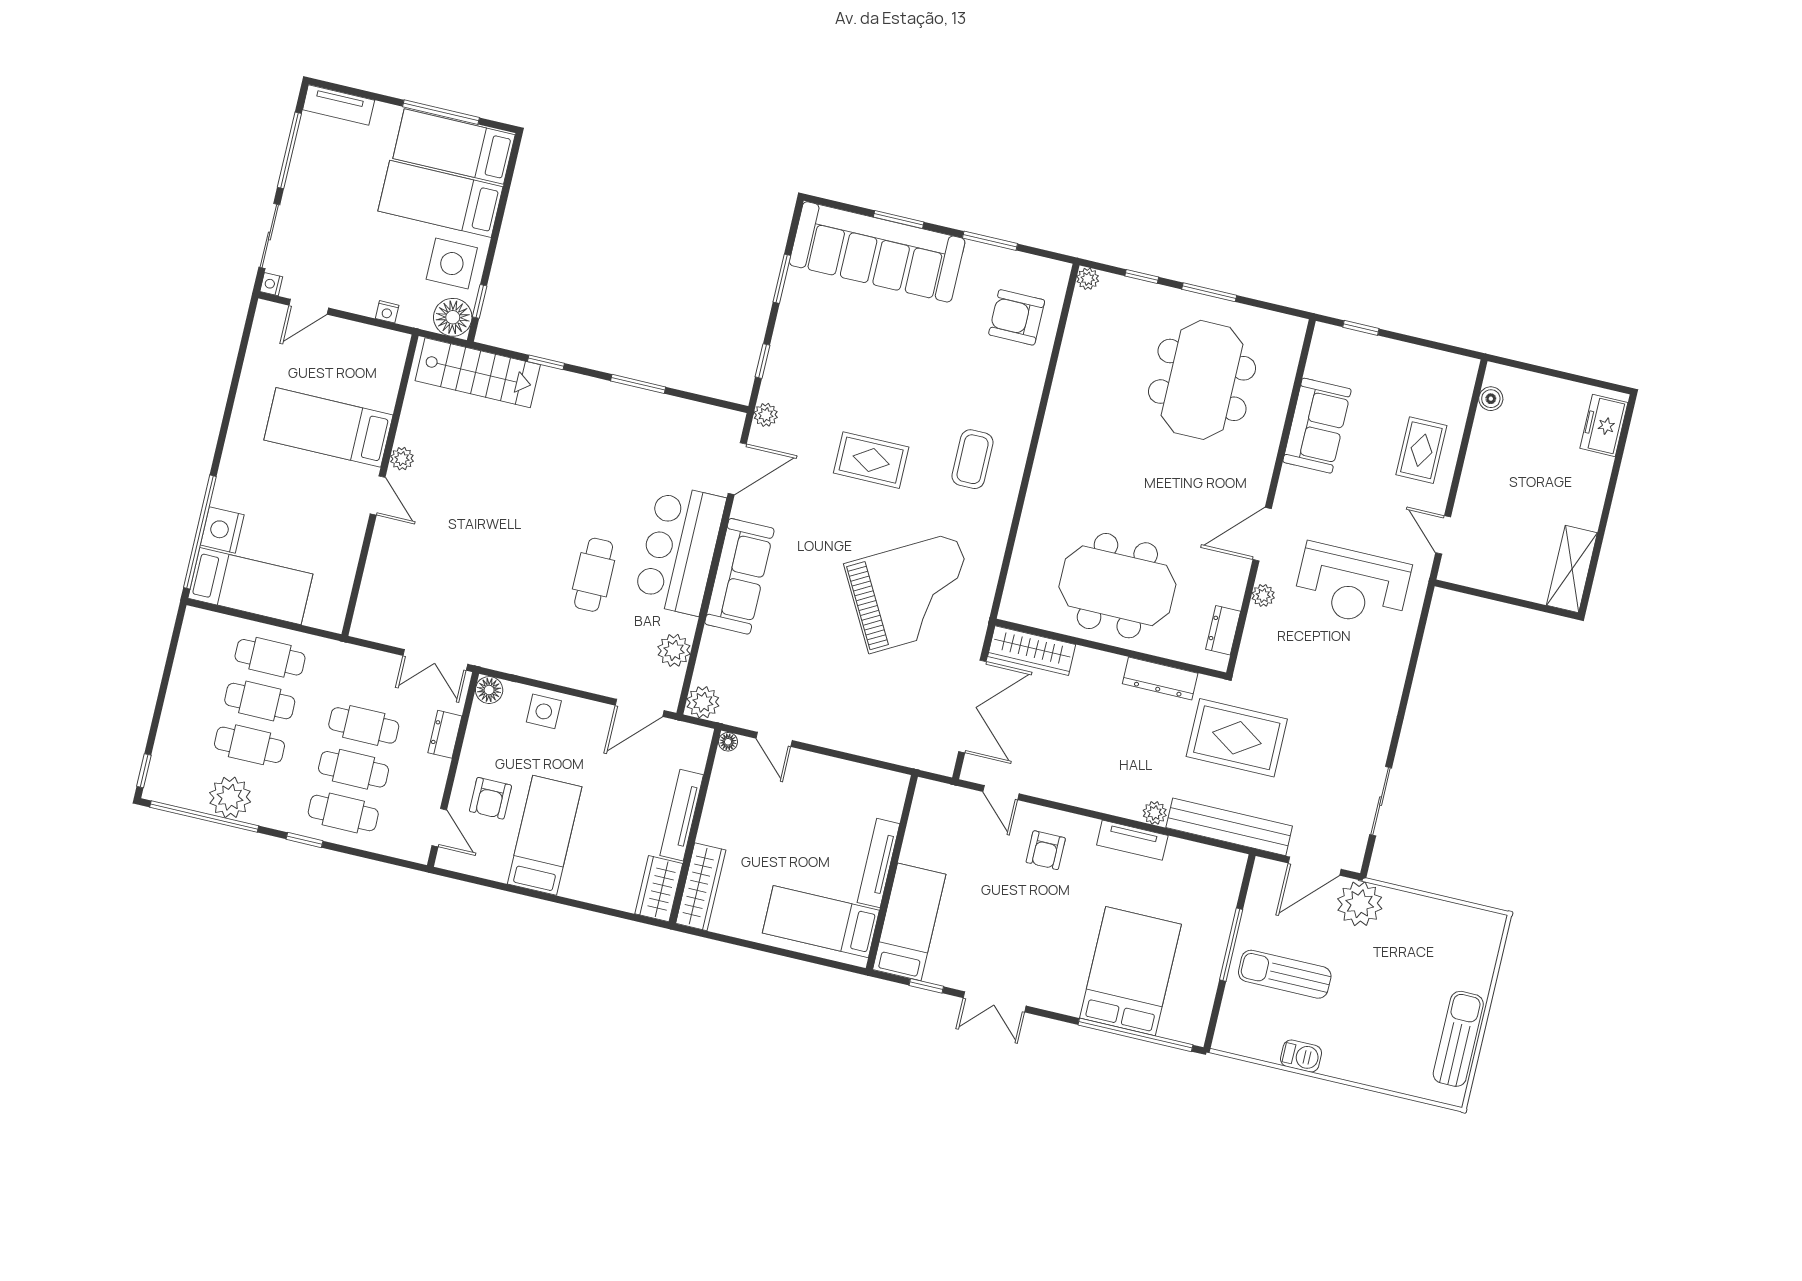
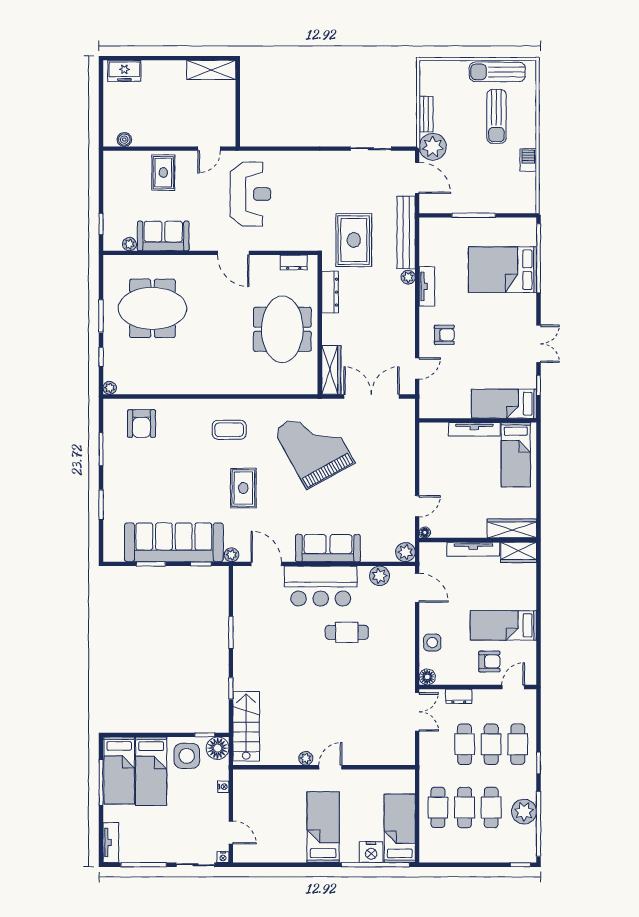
sofa: (877, 252) -> (174, 542), moved, turned -90
bed: (328, 427) -> (323, 827), moved, turned 180
rug: (1421, 450) -> (163, 173), turned 90
plant: (1263, 595) -> (129, 244), moved
bench: (1416, 905) -> (426, 114), added
sun lounger: (1285, 974) -> (496, 116), moved

